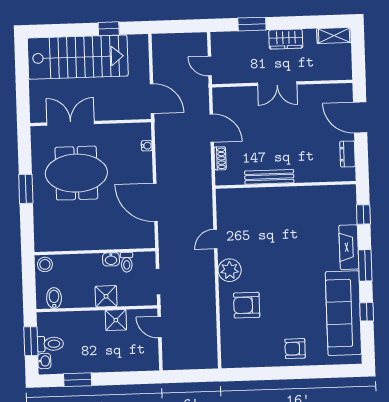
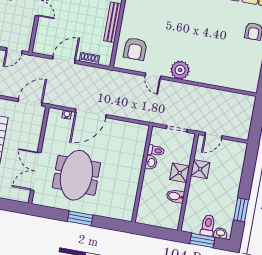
door: (155, 202) -> (91, 113), moved
stool: (45, 264) -> (144, 216), removed
bidet: (54, 298) -> (175, 196), moved
armchair: (247, 305) -> (135, 49), moved

